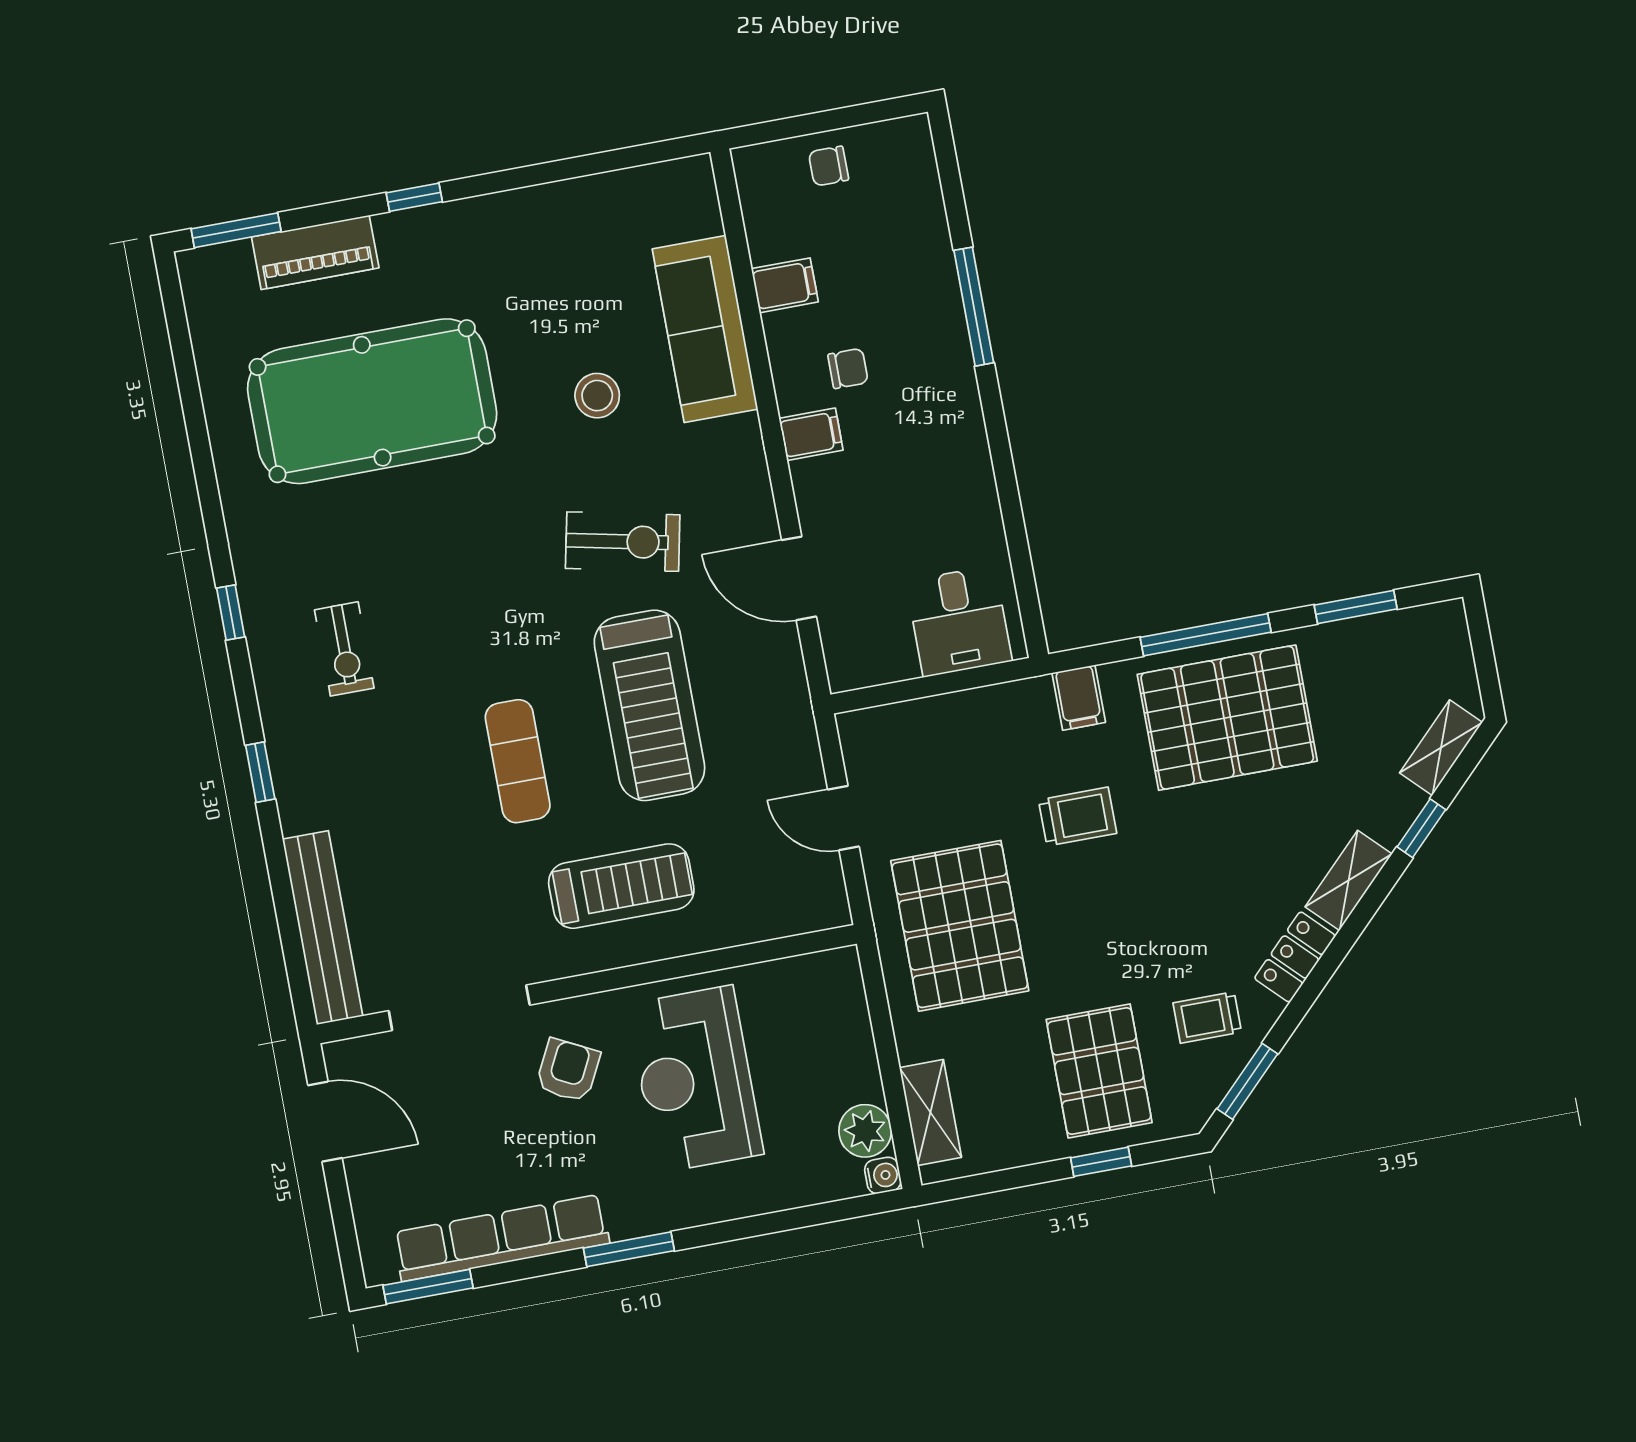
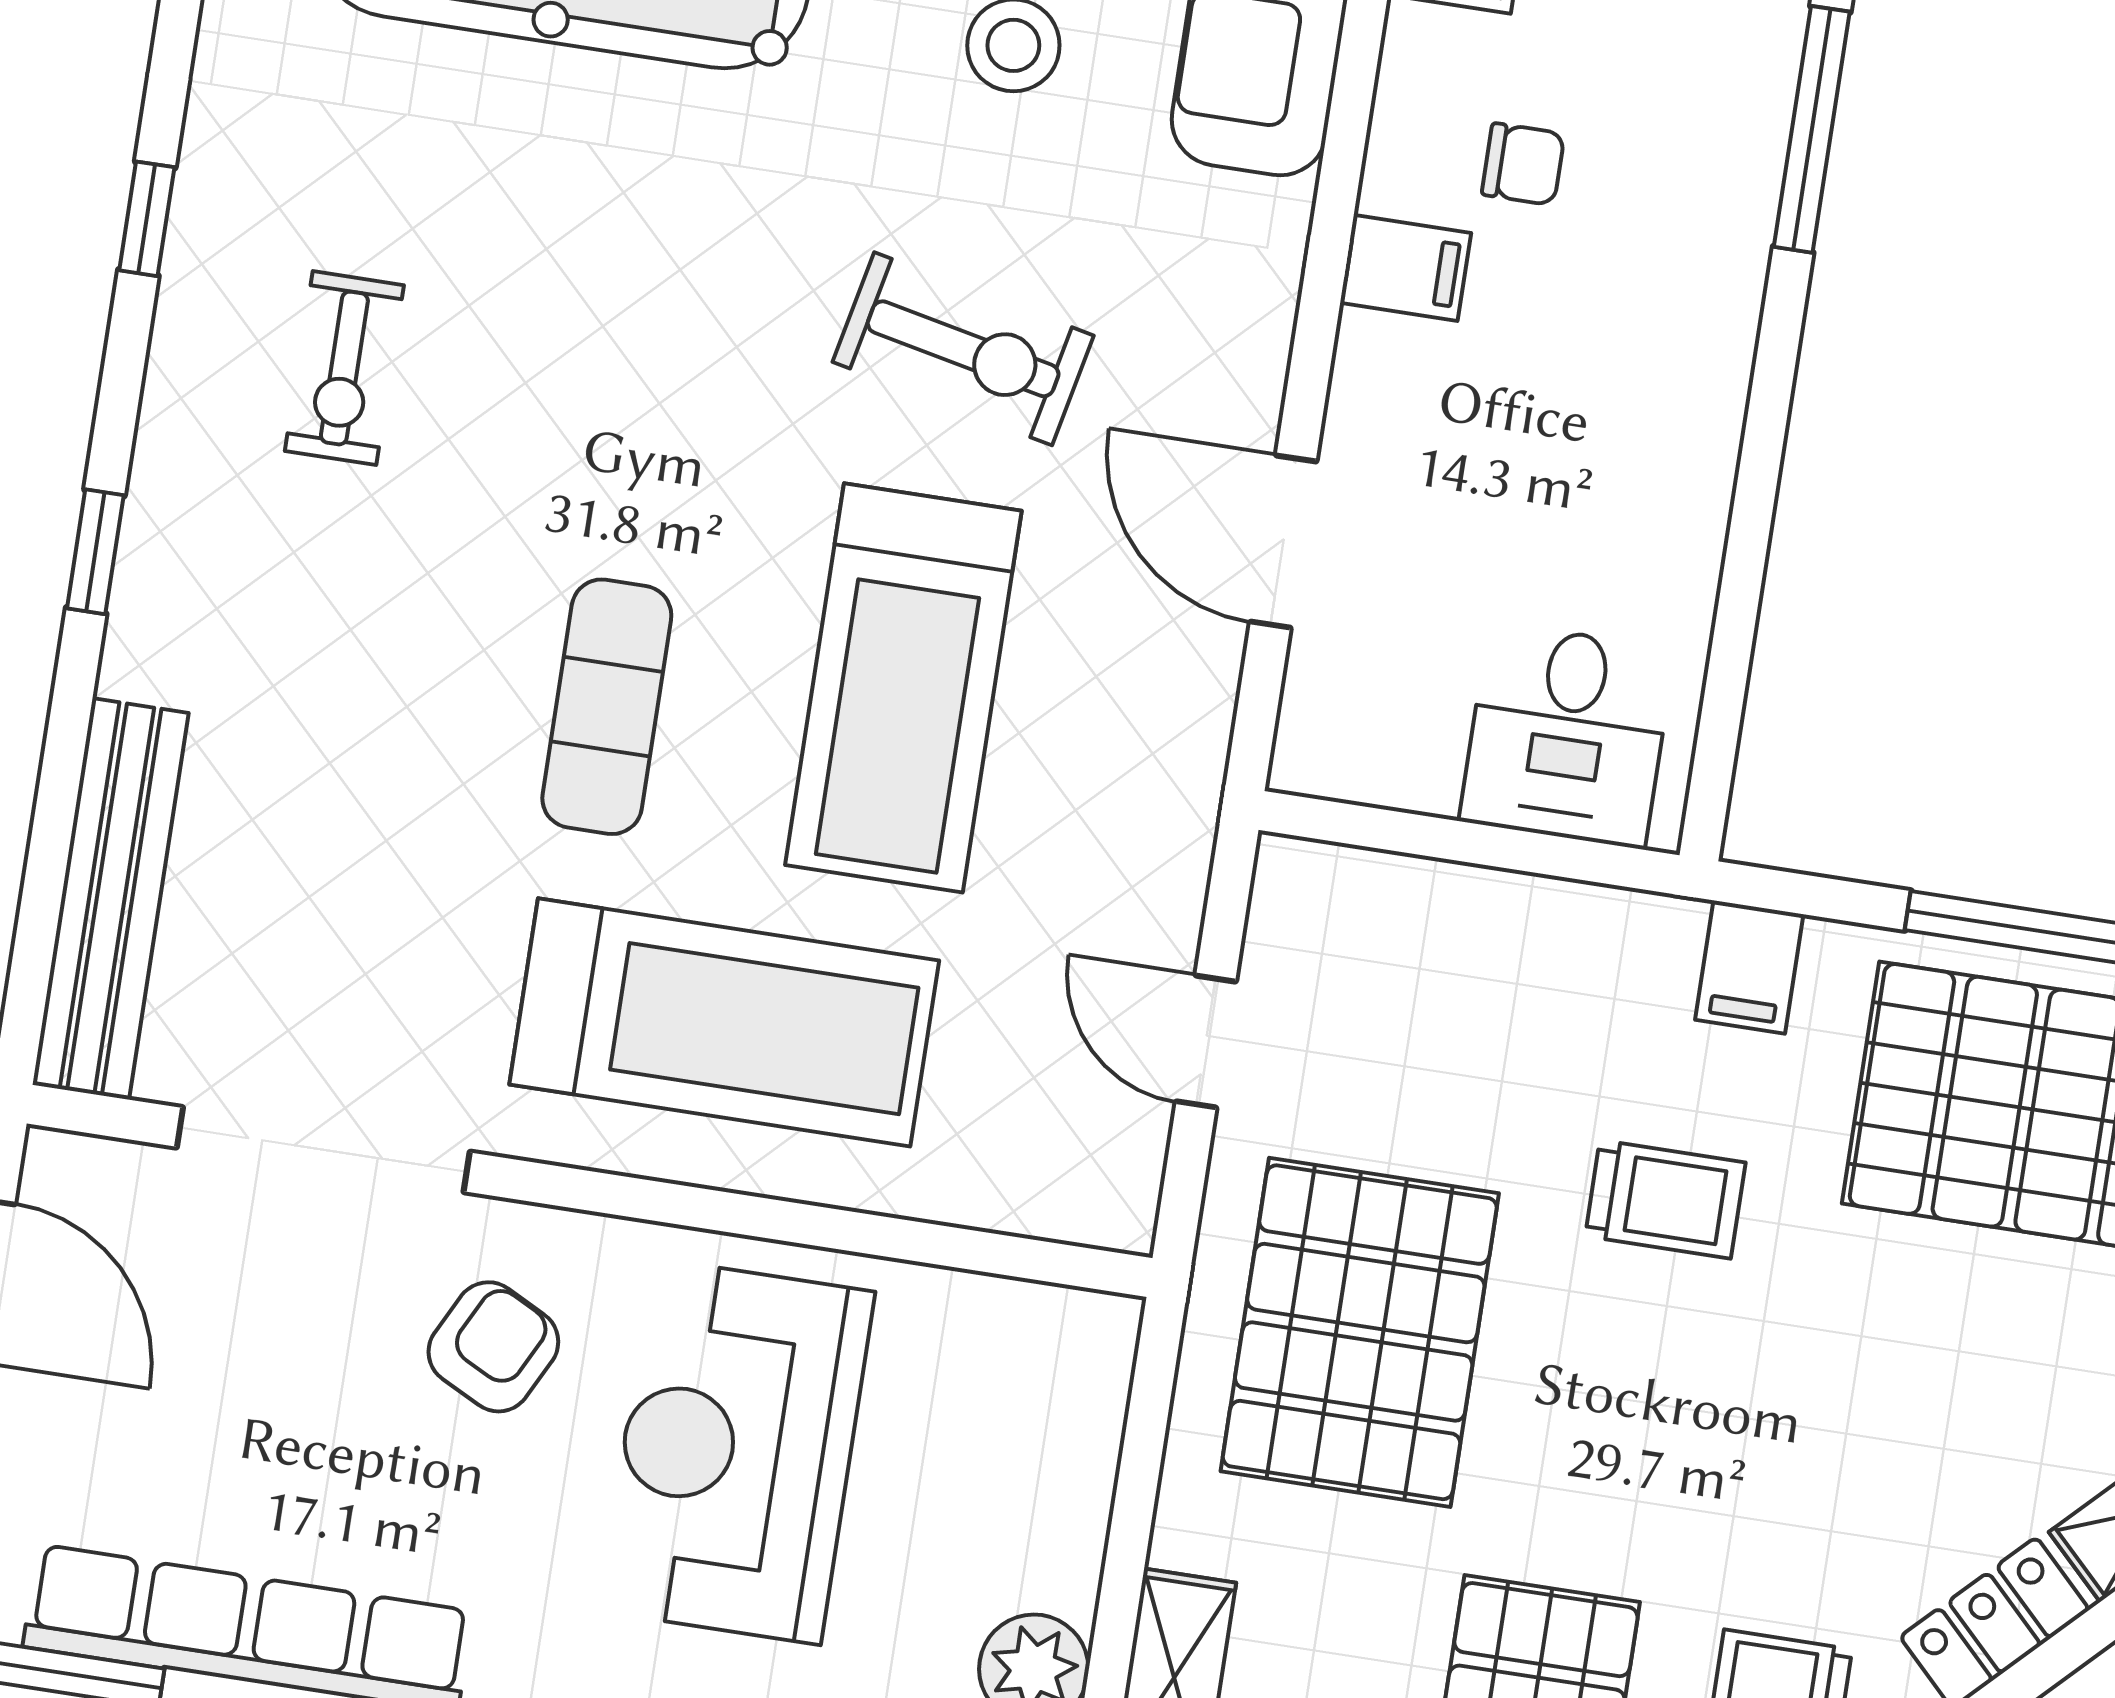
treadmill: (621, 886) -> (724, 1022), width x1.37, depth x1.38

